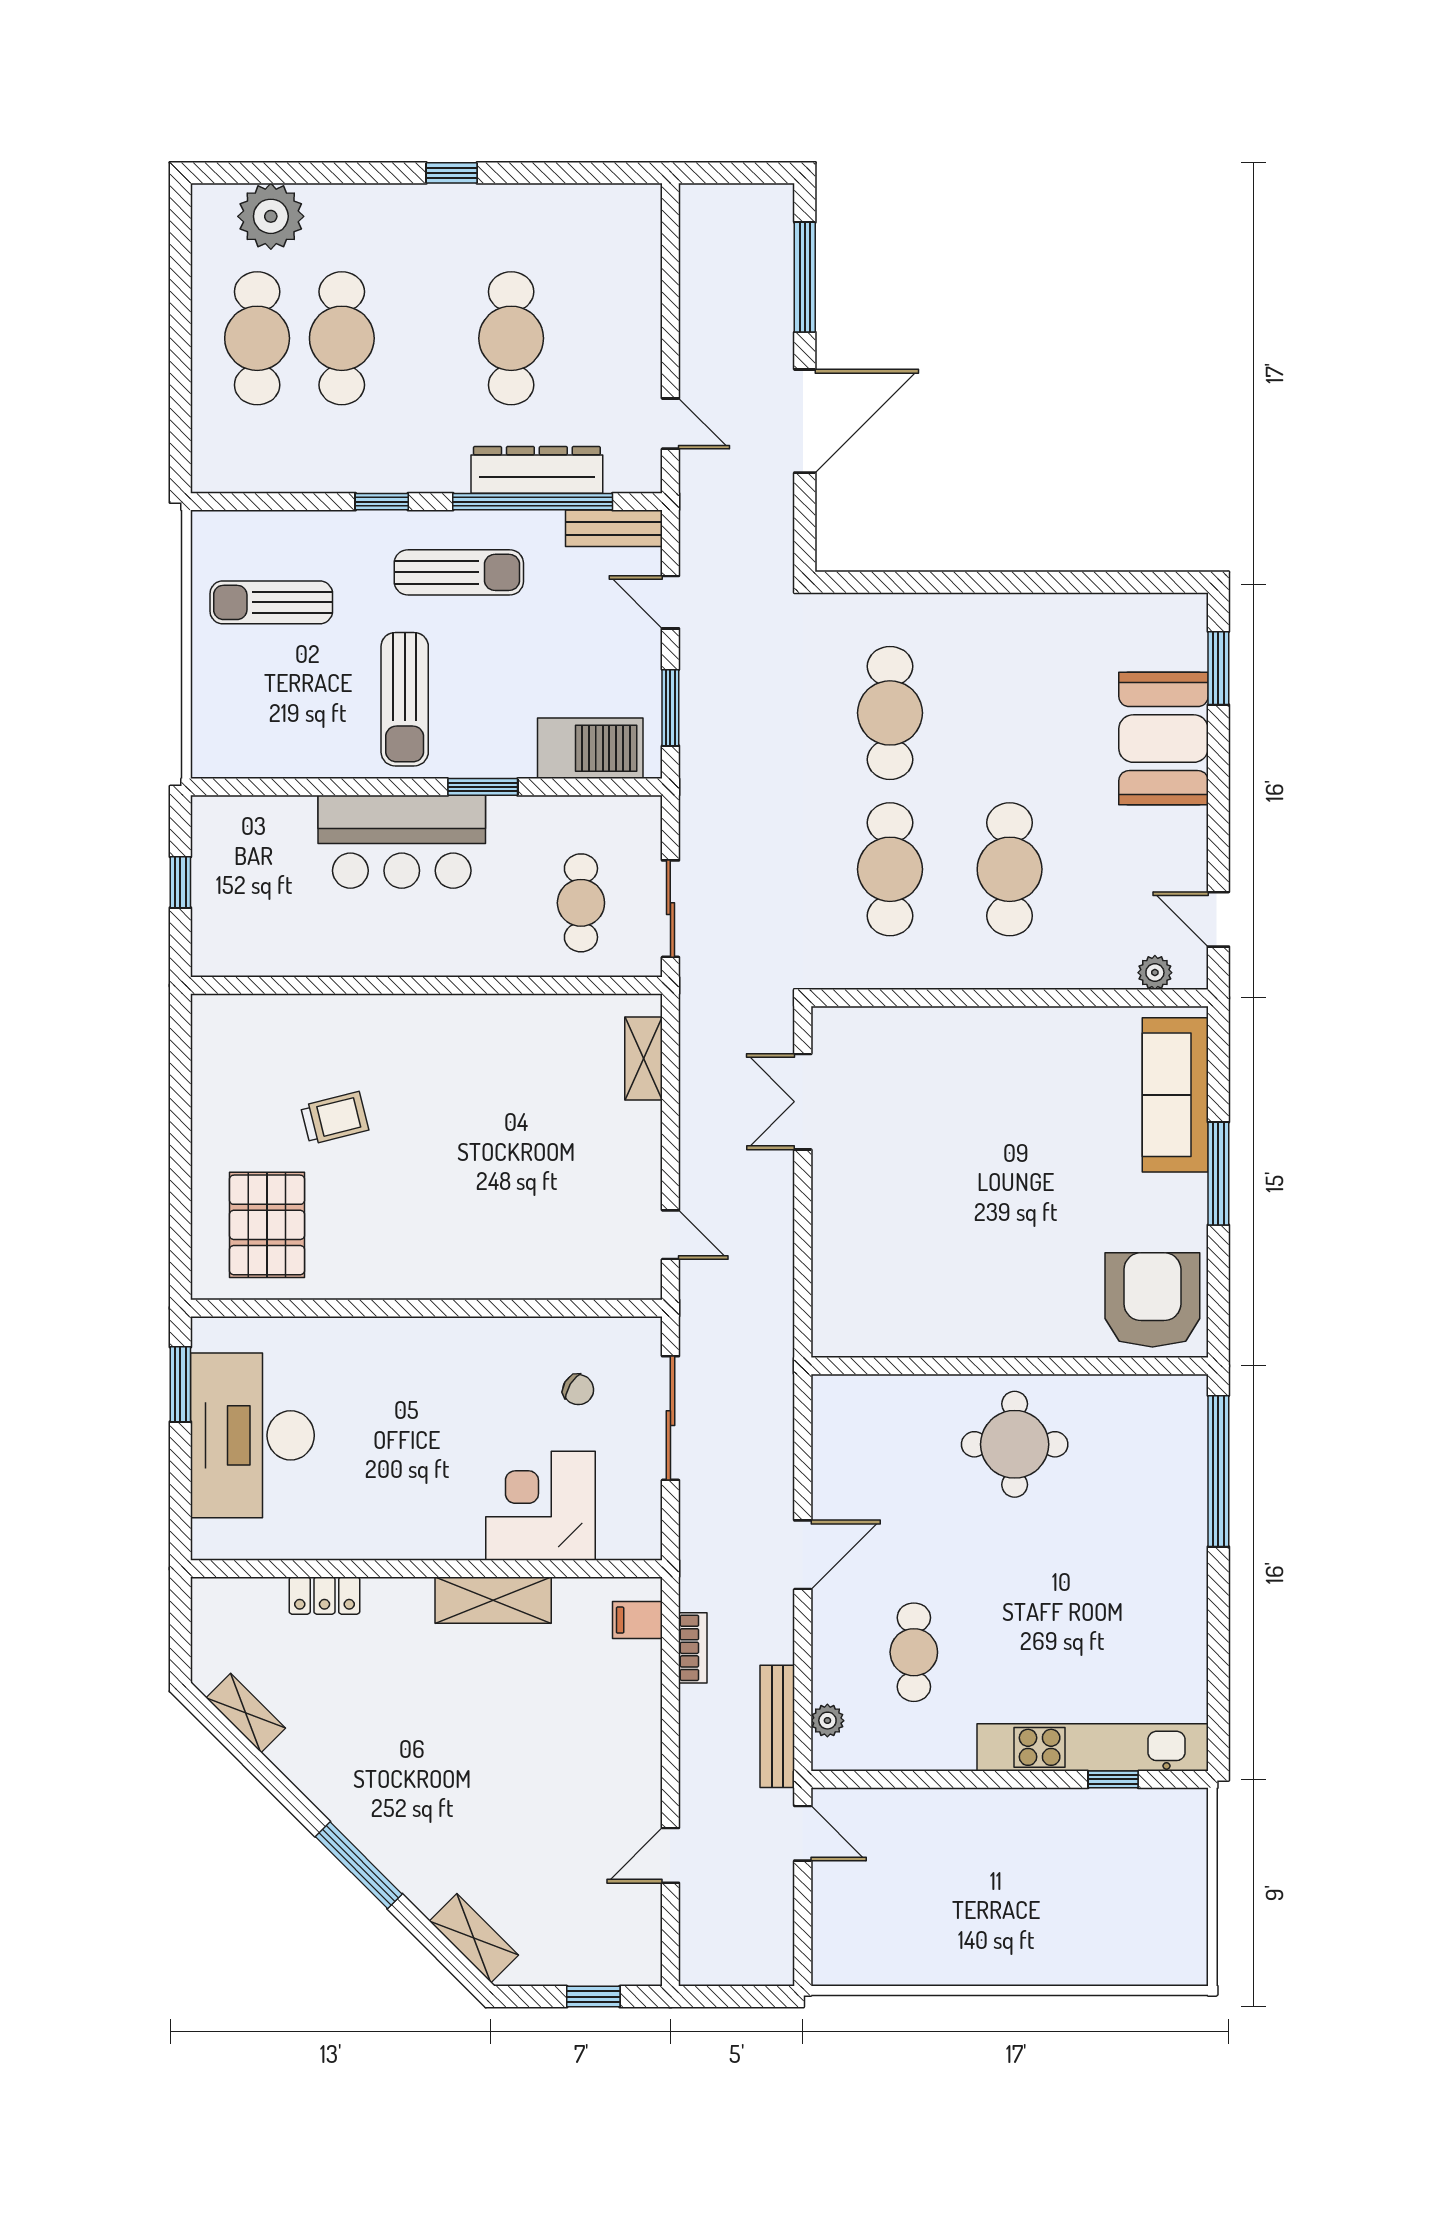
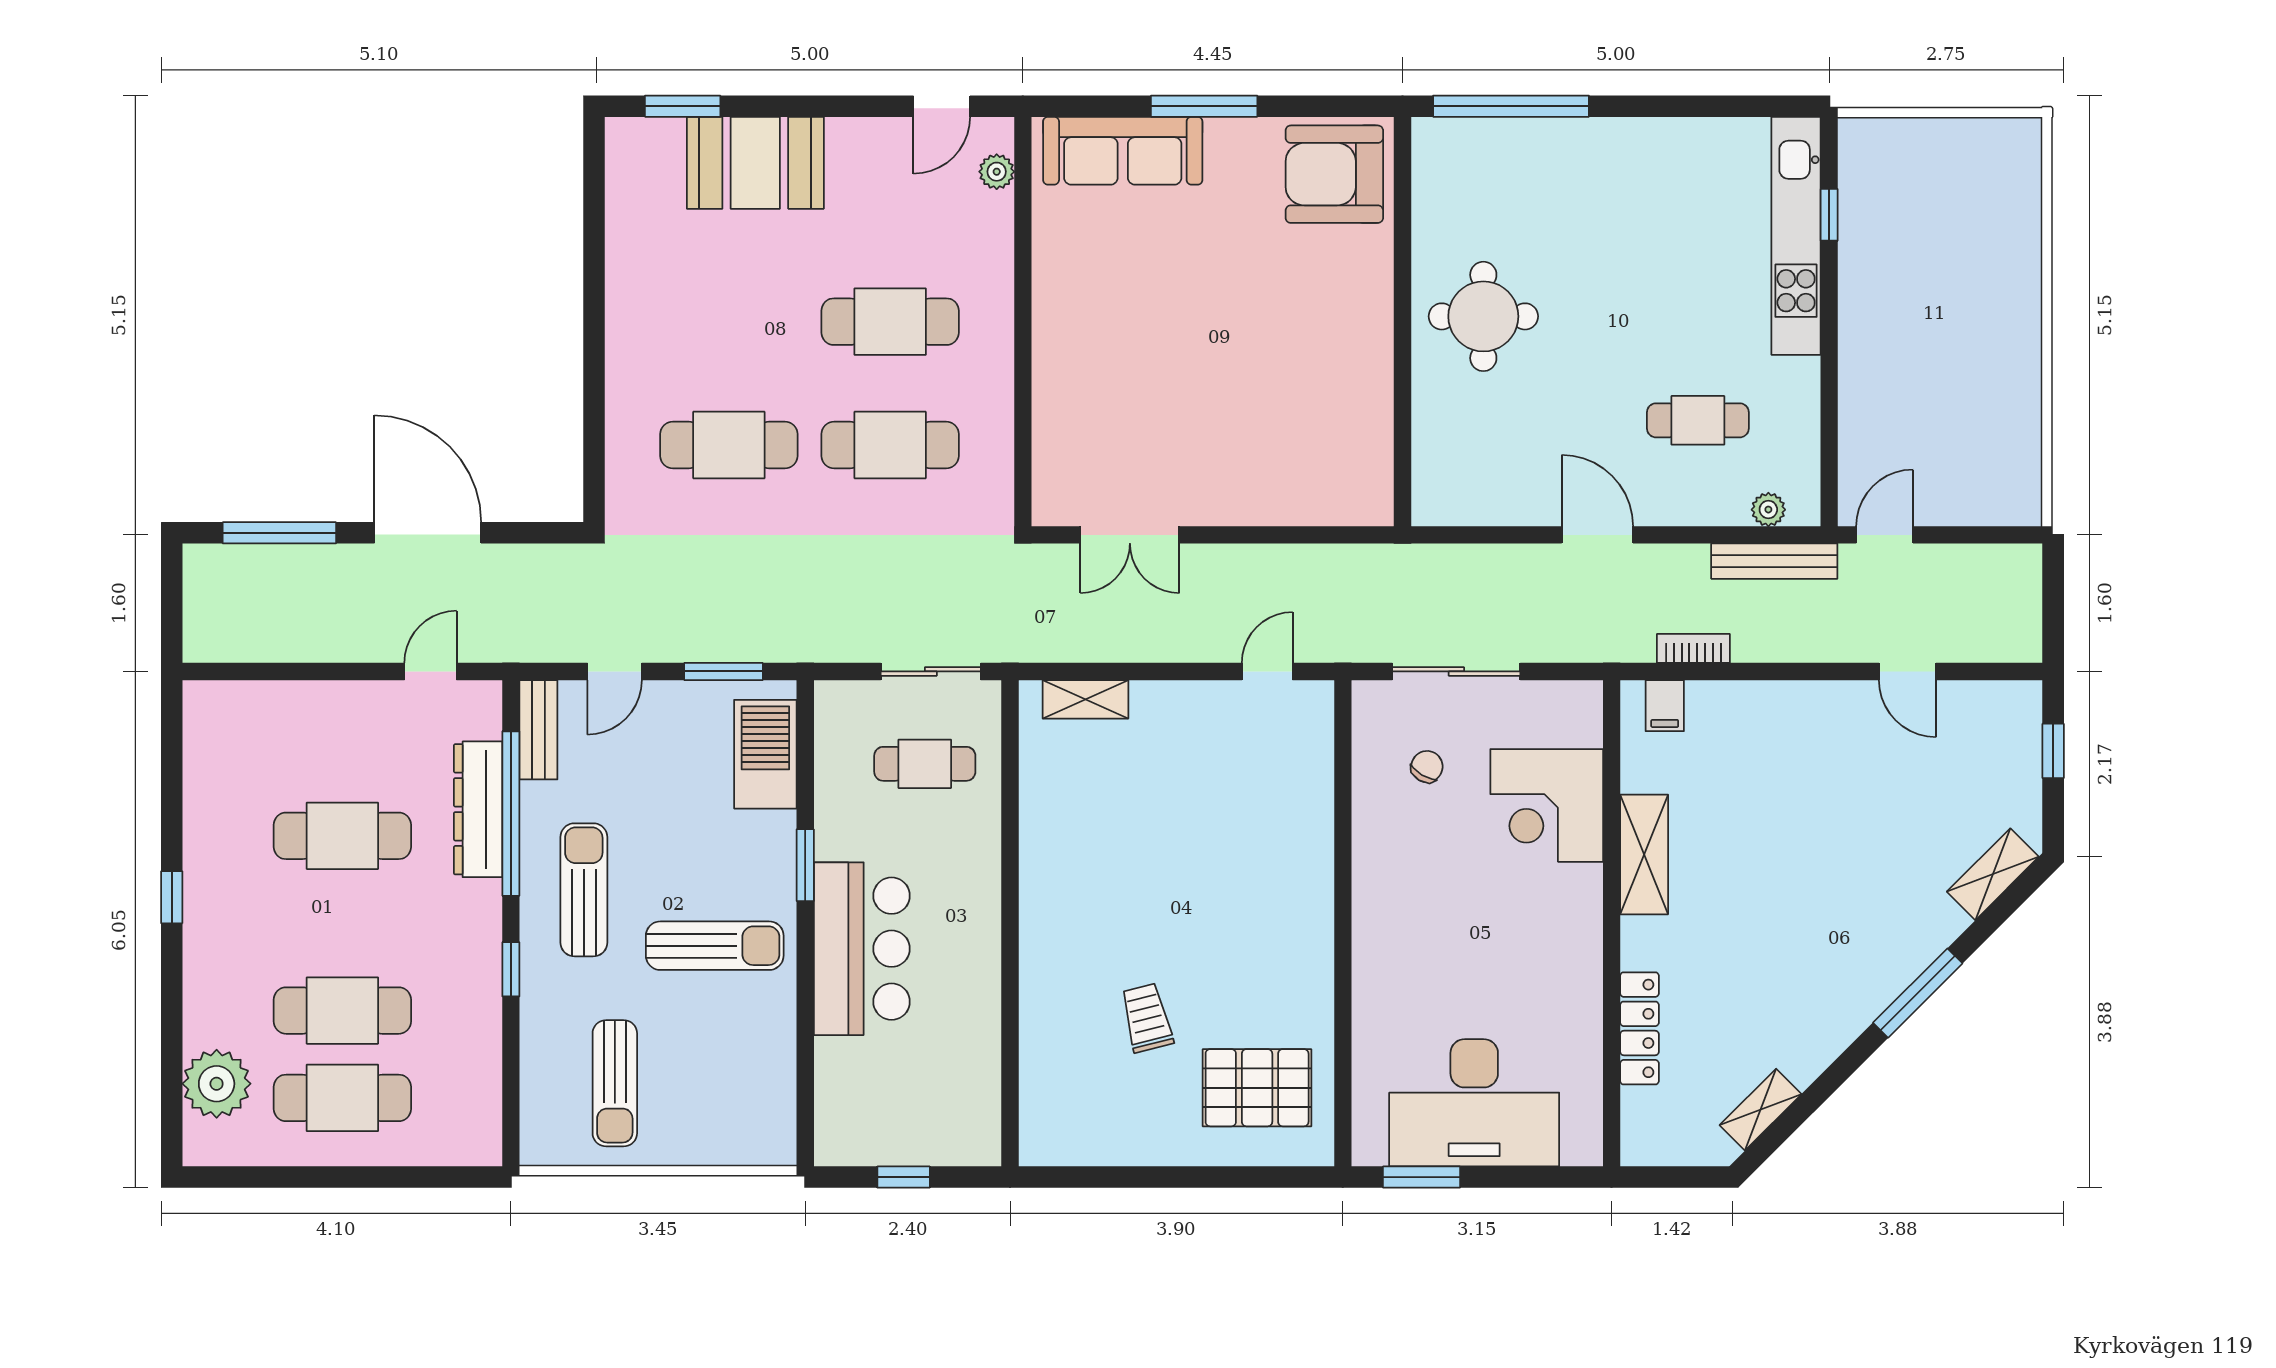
locker: (324, 1596) -> (1639, 1028), width x1.53

